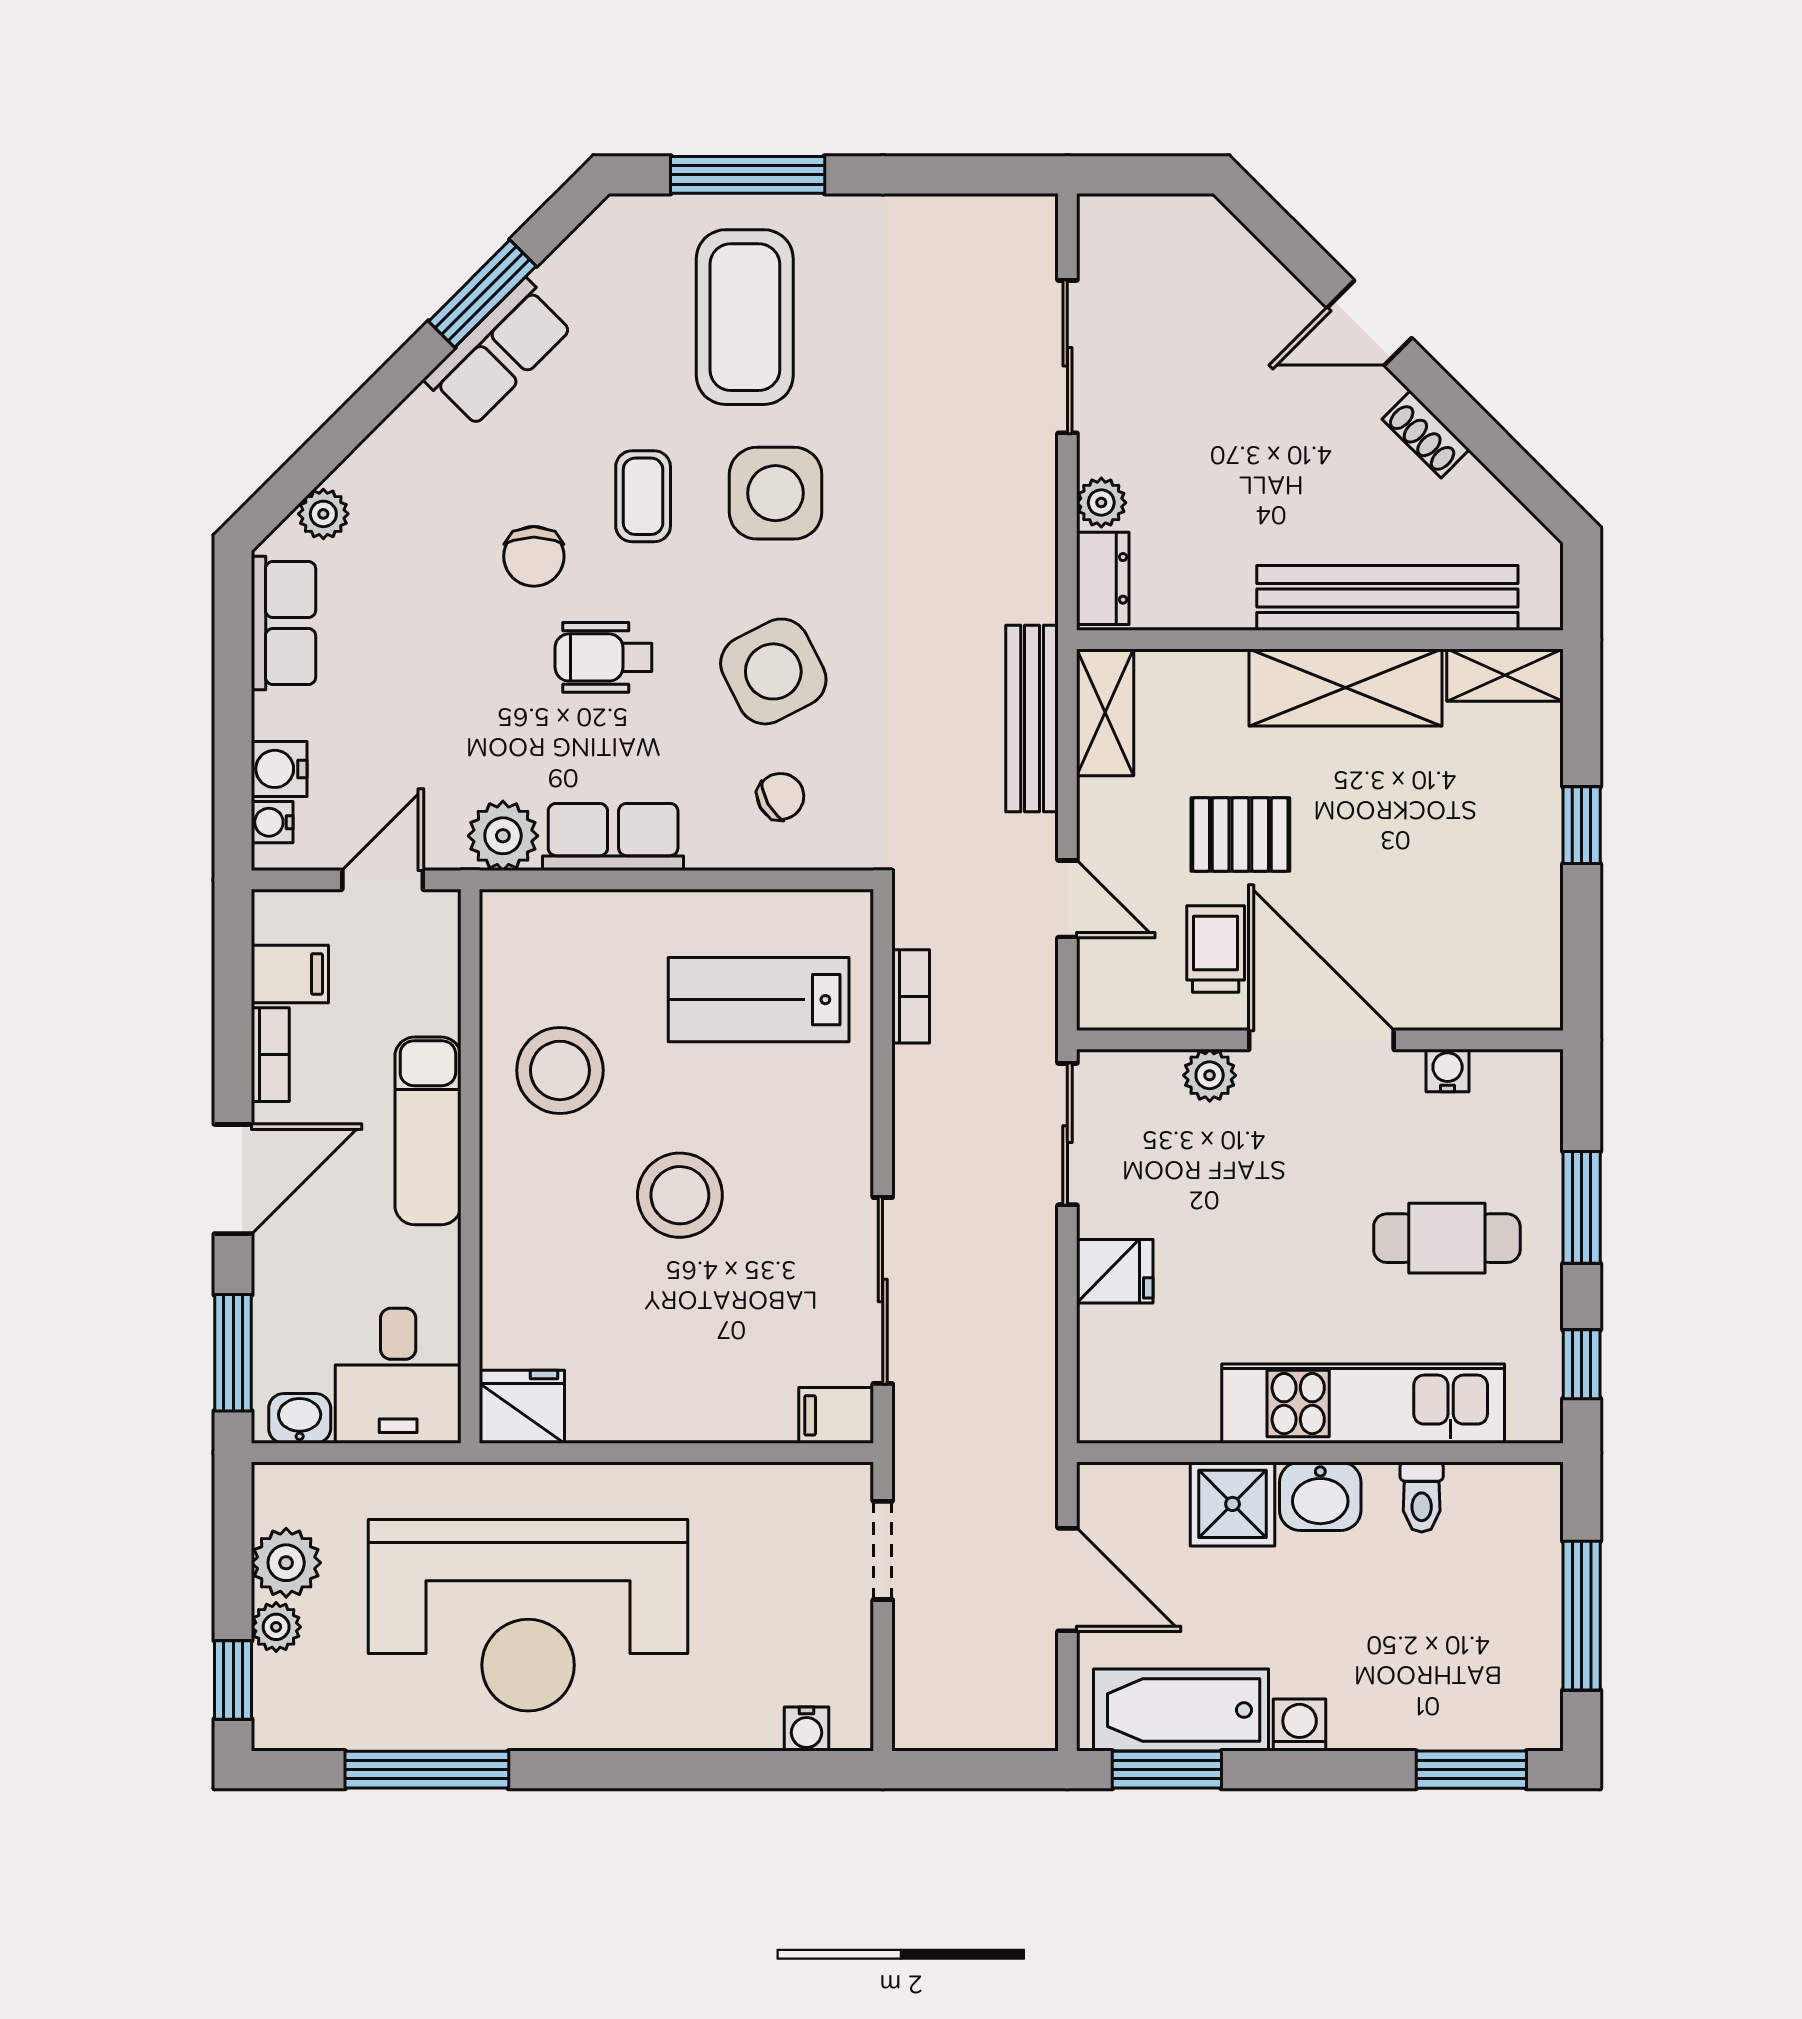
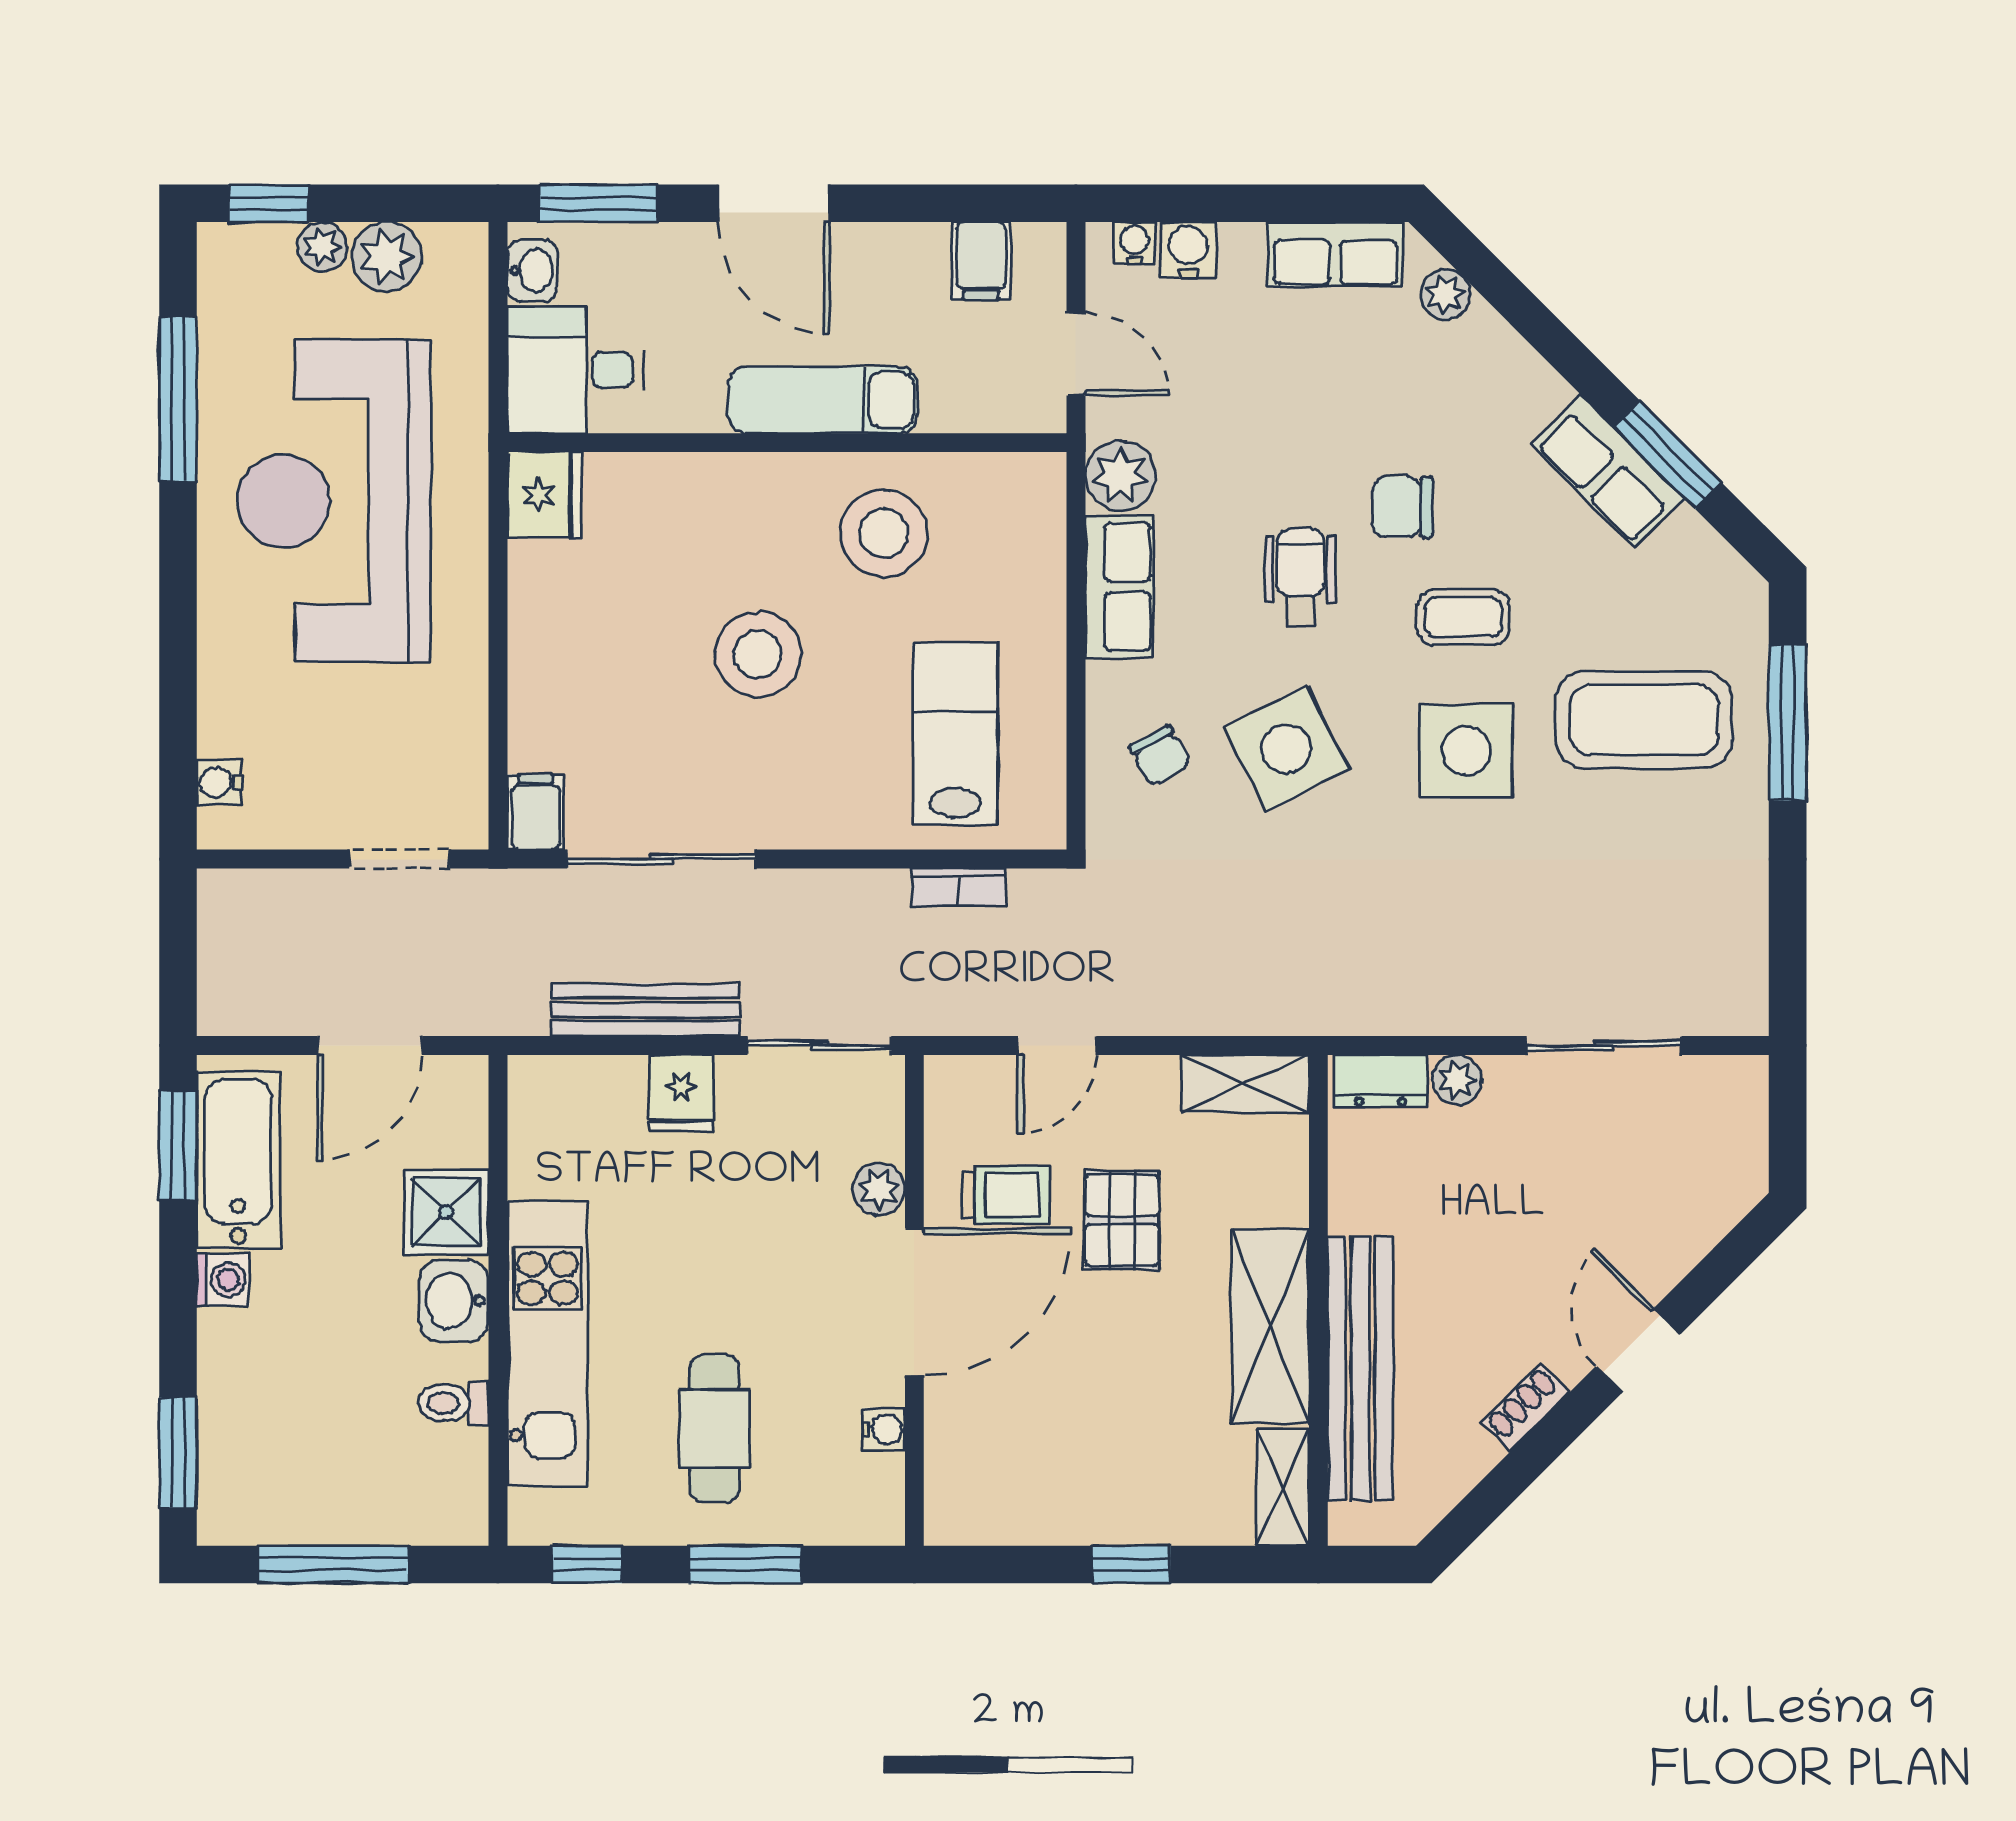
bench: (1032, 718) -> (645, 1010), moved
bookcase: (270, 1055) -> (900, 241), removed

